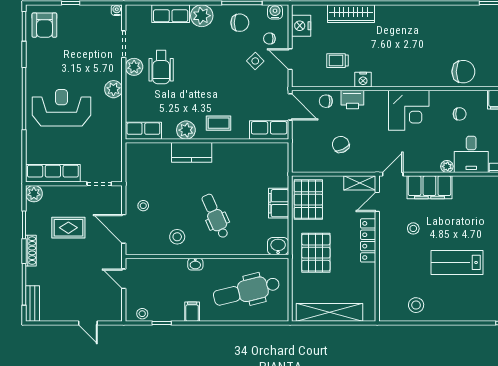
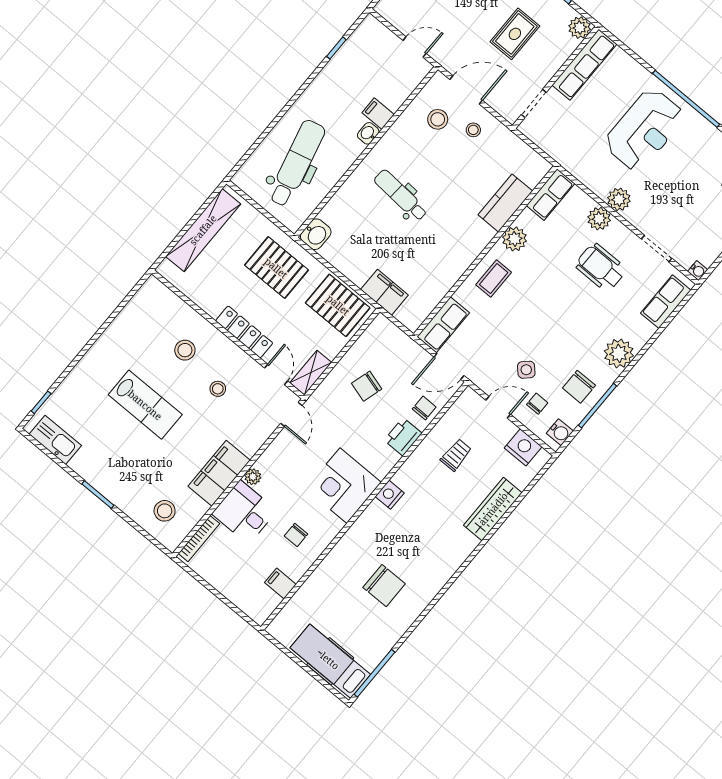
row of seats: (171, 14) -> (666, 302), moved
plant: (134, 67) -> (599, 219), moved
chair: (463, 72) -> (384, 586), moved, turned -90
nightstand: (363, 80) -> (390, 495), moved
chair: (341, 144) -> (367, 386), turned 131
kitchen counter: (192, 152) -> (505, 203), moved
filing cabinet: (429, 187) -> (219, 473), moved
filing cabinet: (279, 203) -> (384, 292), moved
dental chair: (215, 216) -> (401, 195), turned -152
stool: (177, 237) -> (438, 119), moved
lab bench: (457, 262) -> (145, 405), turned 90
stool: (416, 305) -> (185, 350), moved
filing cabinet: (192, 312) -> (378, 114), moved, turned 180
stool: (142, 314) -> (363, 36), removed

